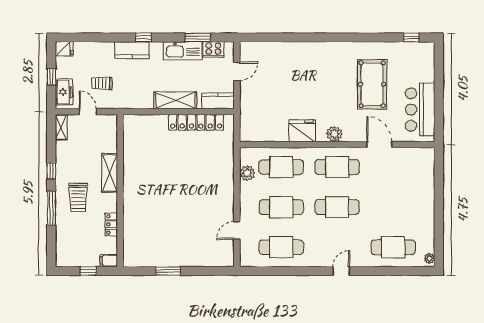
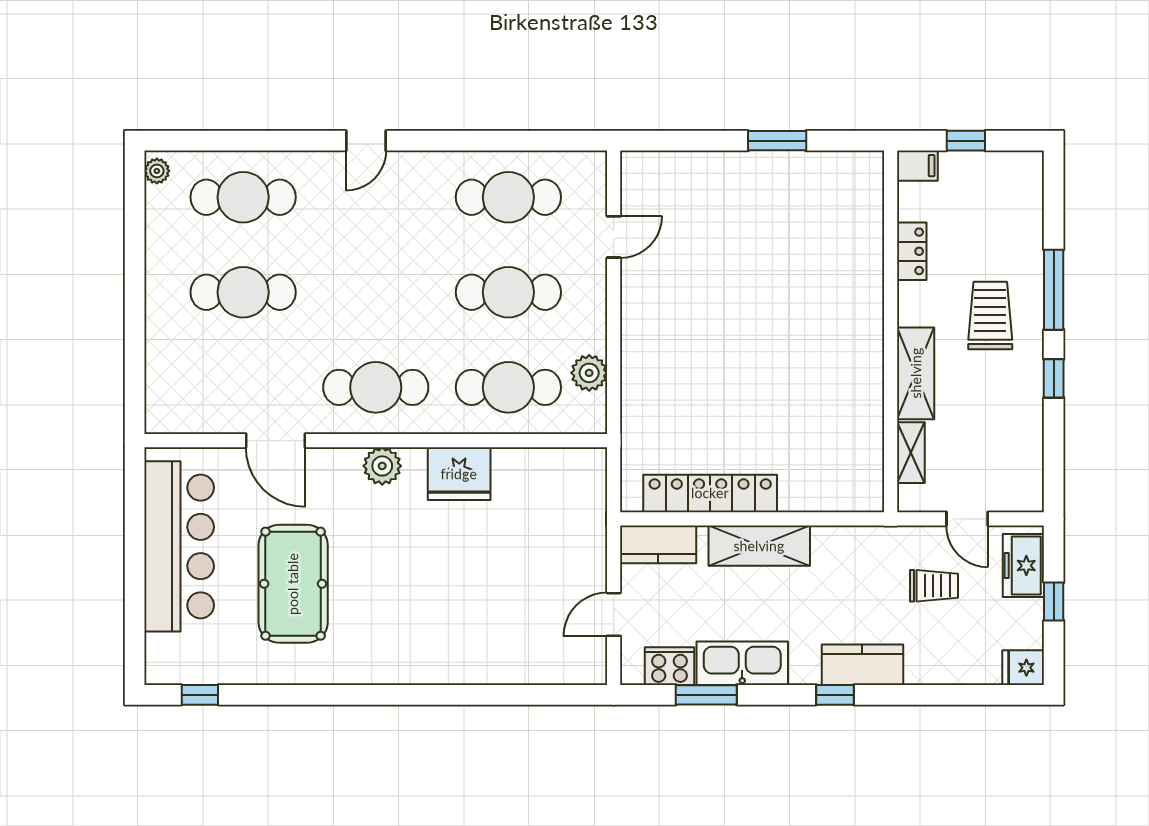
bar counter: (420, 110) -> (179, 546), width x1.36
shelving: (61, 127) -> (911, 453), moved
cafe table: (337, 207) -> (243, 292), moved

